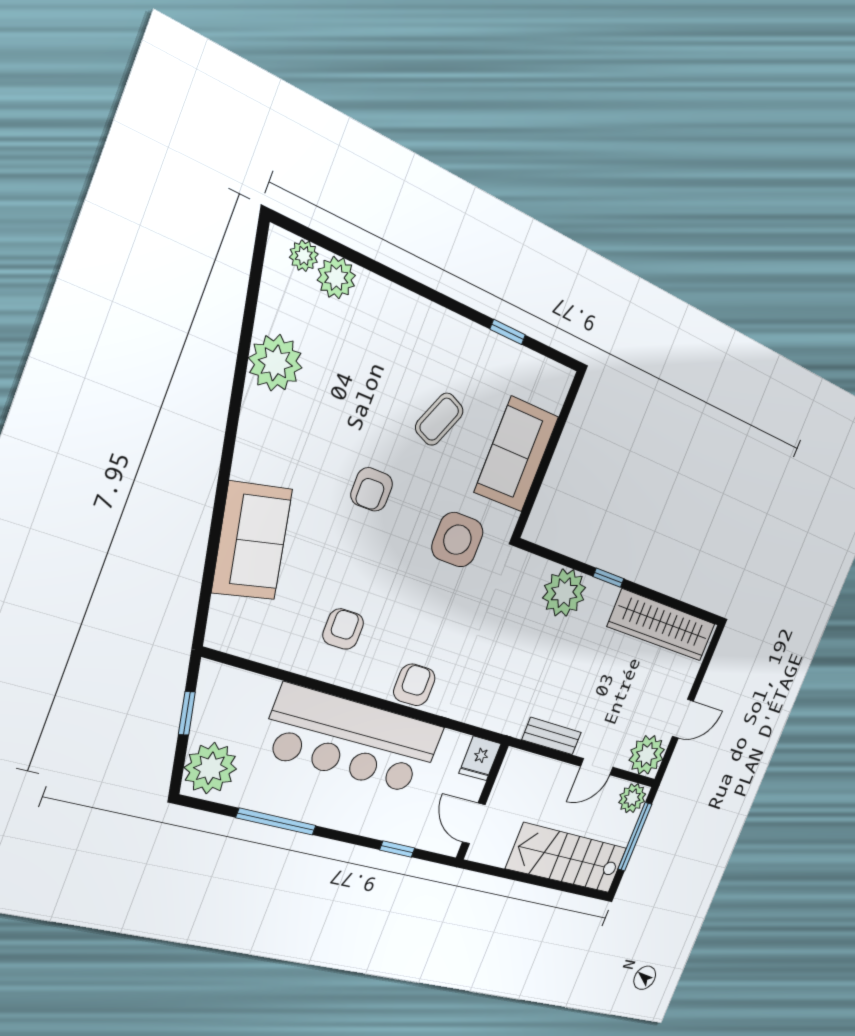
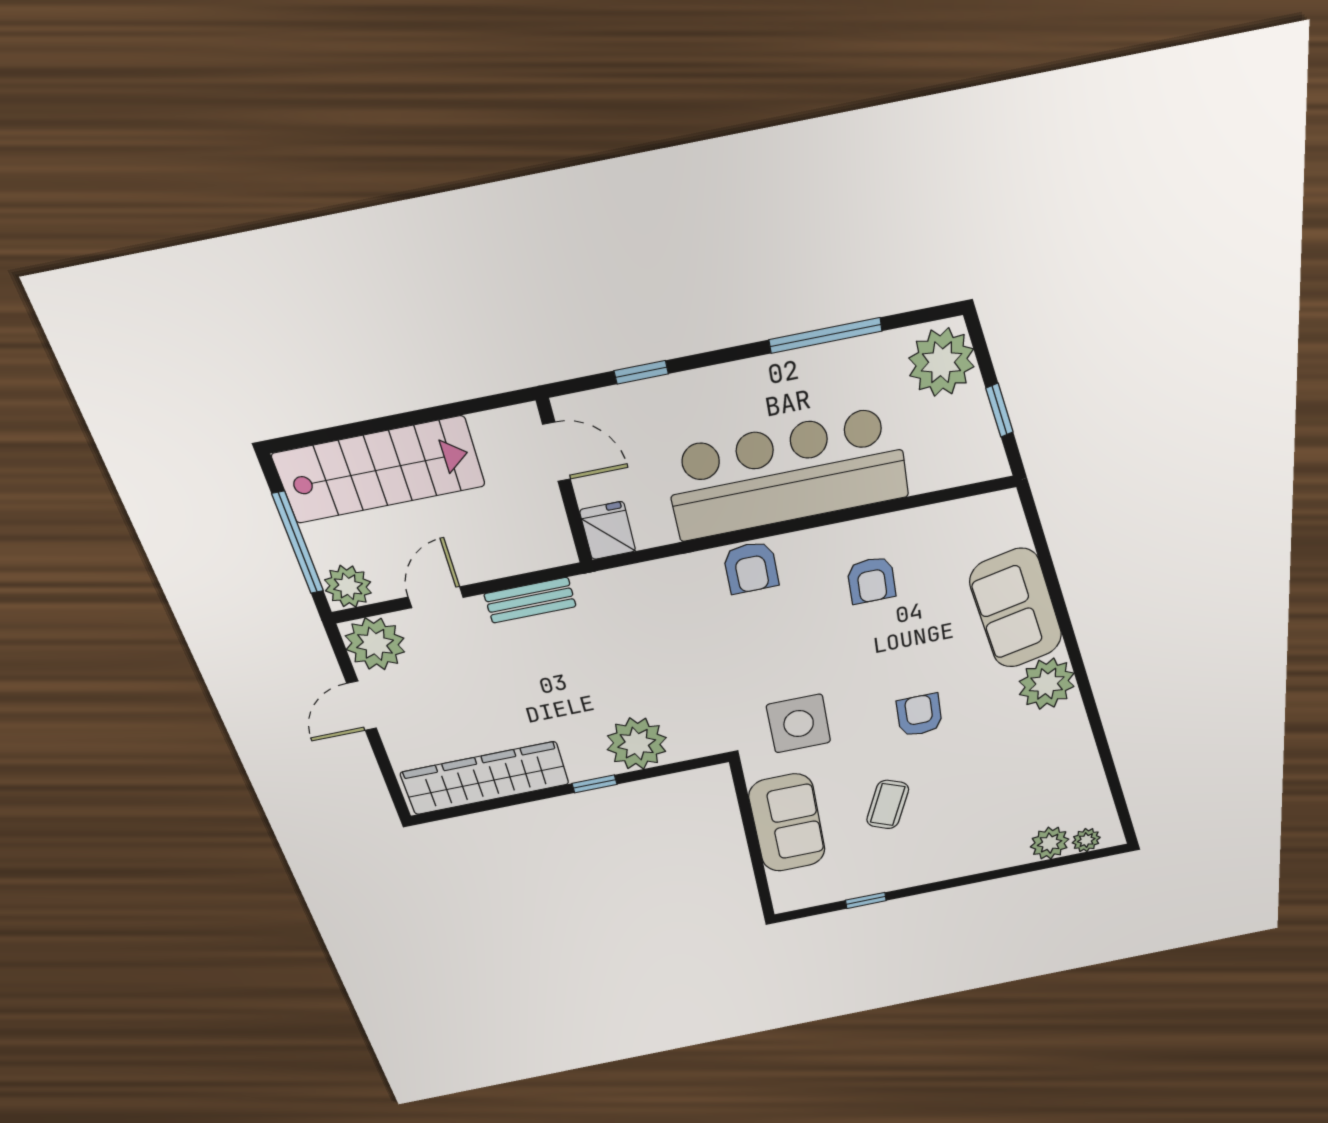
plant: (275, 363) -> (1047, 684), moved

